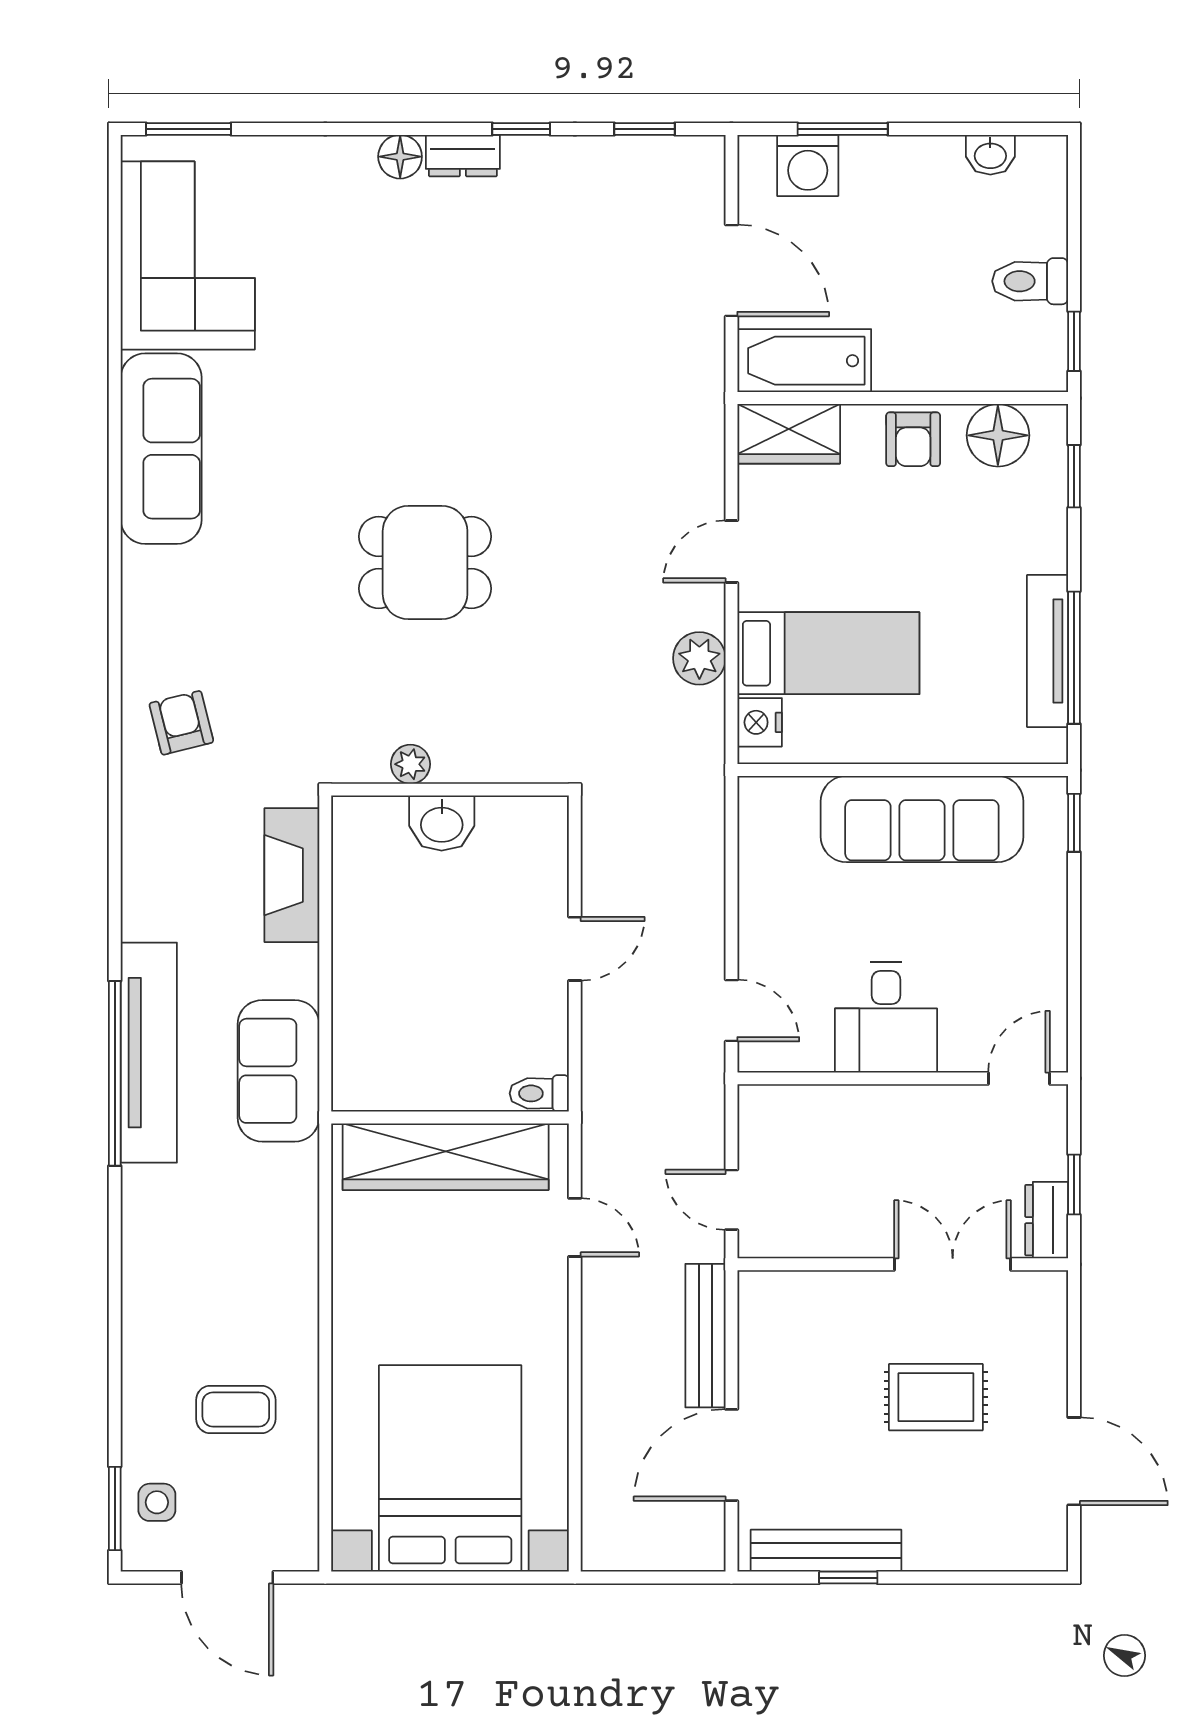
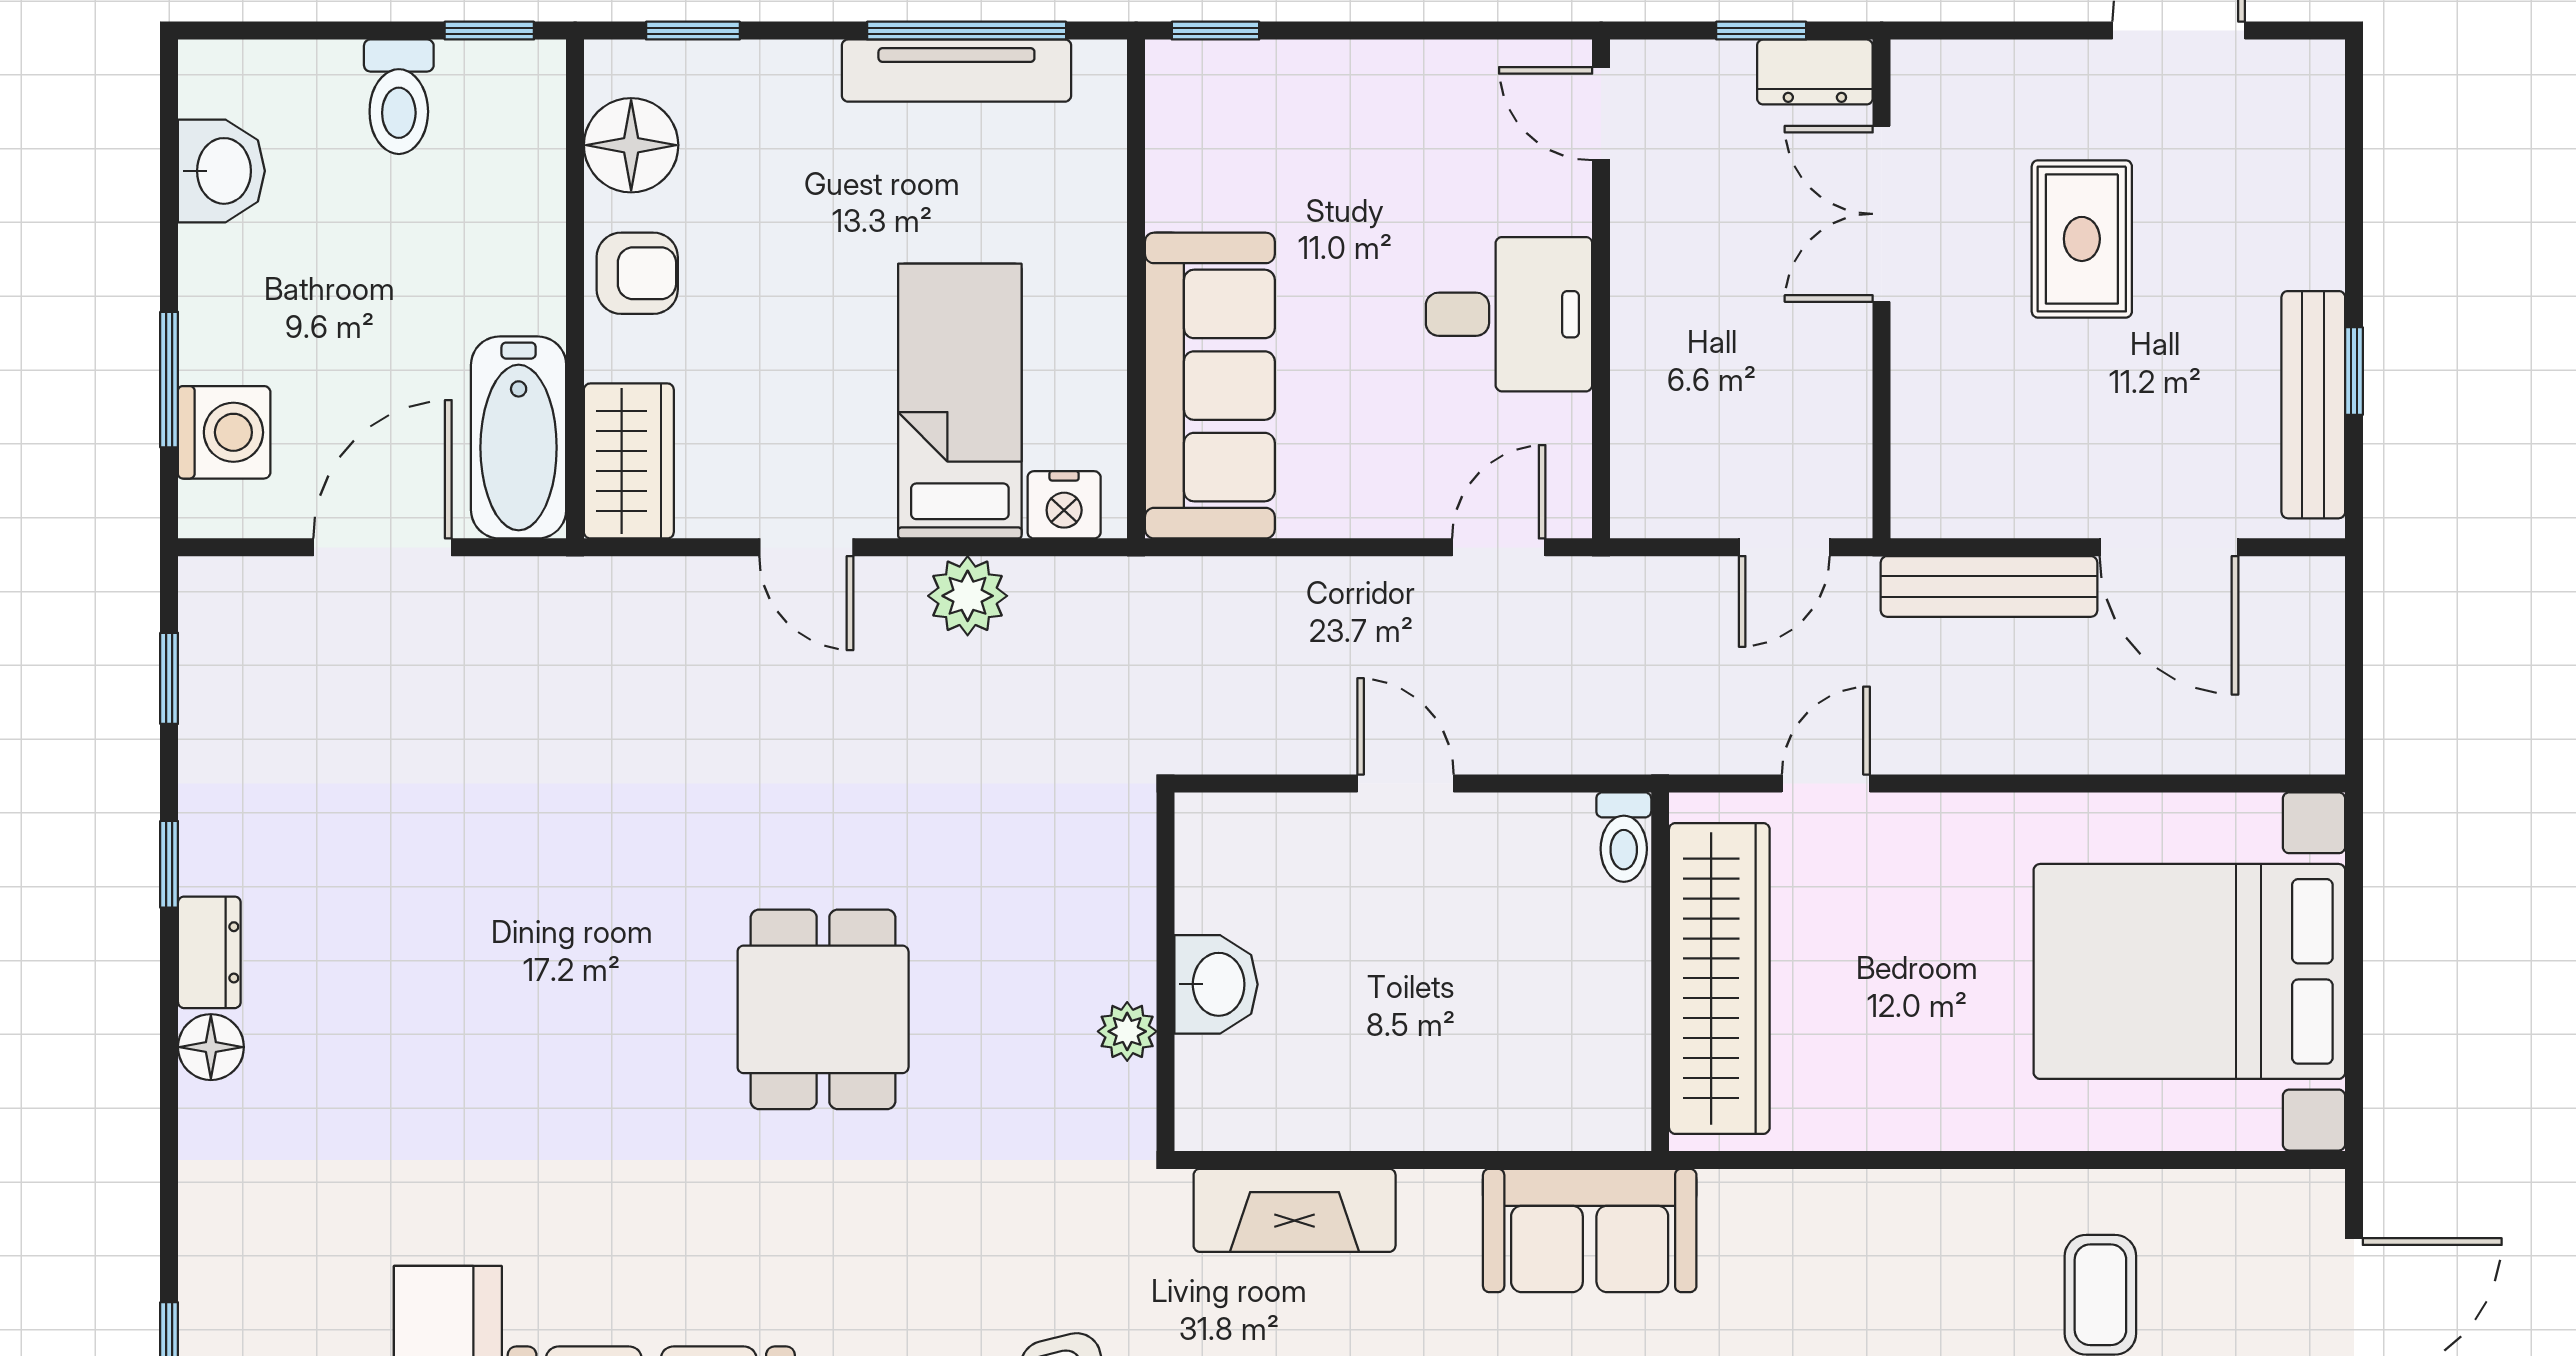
washbasin: (990, 155) -> (221, 171), width x1.38, depth x1.45
sofa: (922, 819) -> (1210, 386), moved

